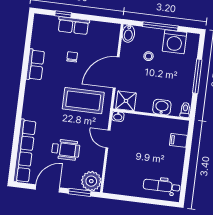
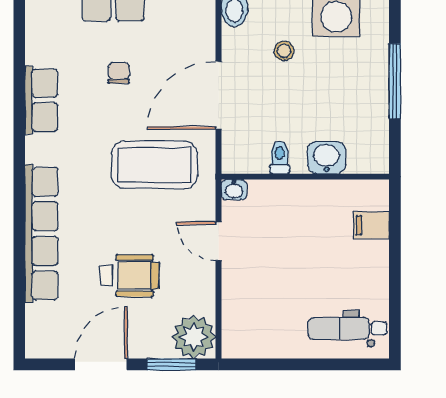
shower: (126, 101) -> (247, 154), removed
toilet: (185, 110) -> (280, 157), moved
row of seats: (25, 151) -> (41, 234), moved

